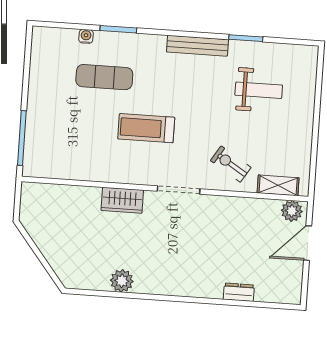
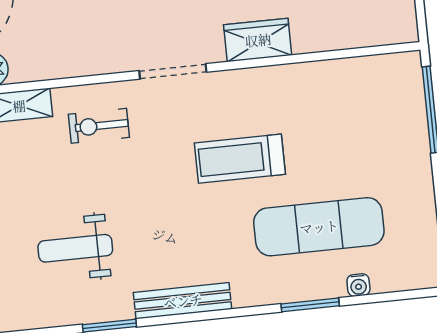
exercise mat: (104, 77) -> (319, 227), width x1.36, depth x1.45
treadmill: (146, 128) -> (240, 159), turned 180
exercise bike: (231, 164) -> (99, 126), turned 148

